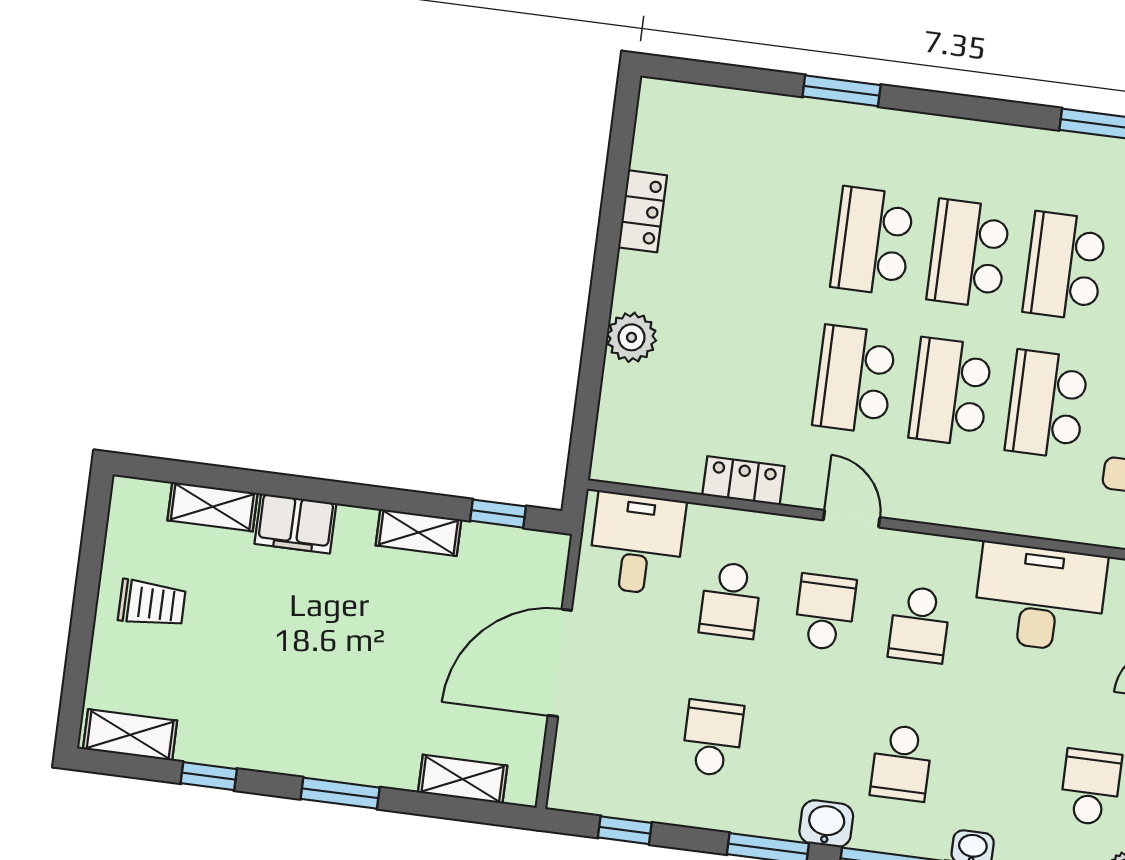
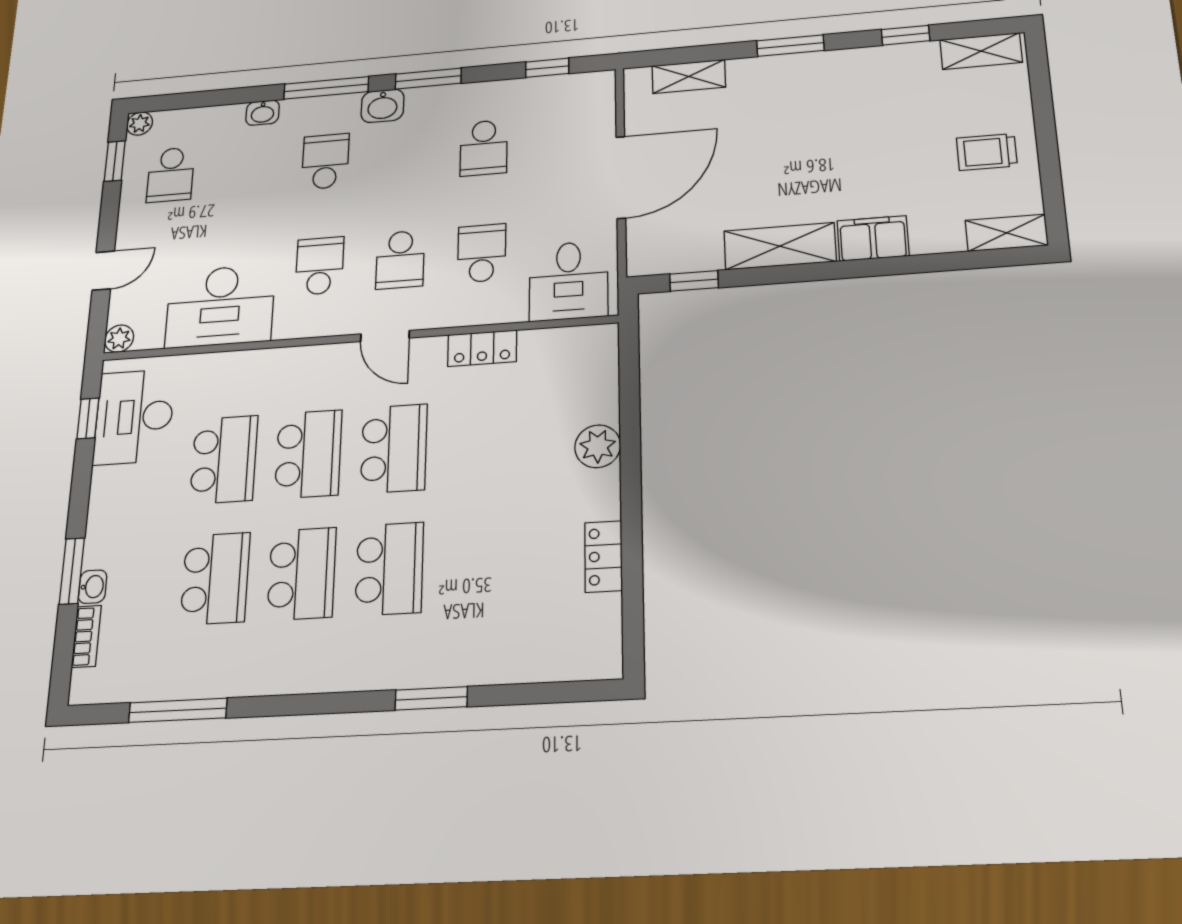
shelving: (212, 507) -> (1007, 233), moved
shelving: (419, 533) -> (780, 246), width x1.50, depth x1.33

